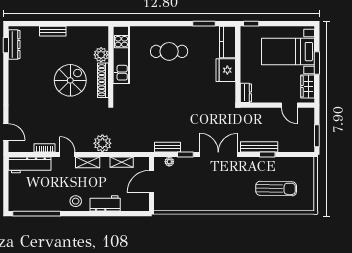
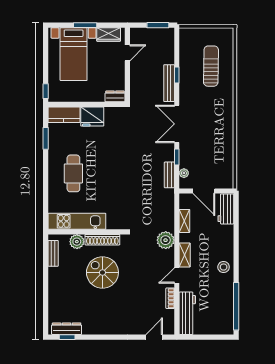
bench: (53, 31) -> (53, 253), moved
workbench: (105, 203) -> (226, 209), moved

